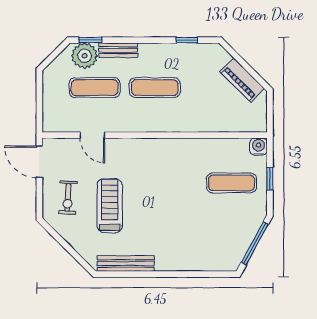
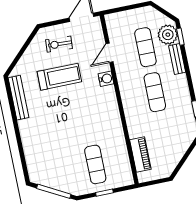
piano: (242, 80) -> (140, 155), moved, turned 135
water cooler: (258, 147) -> (106, 79), moved

